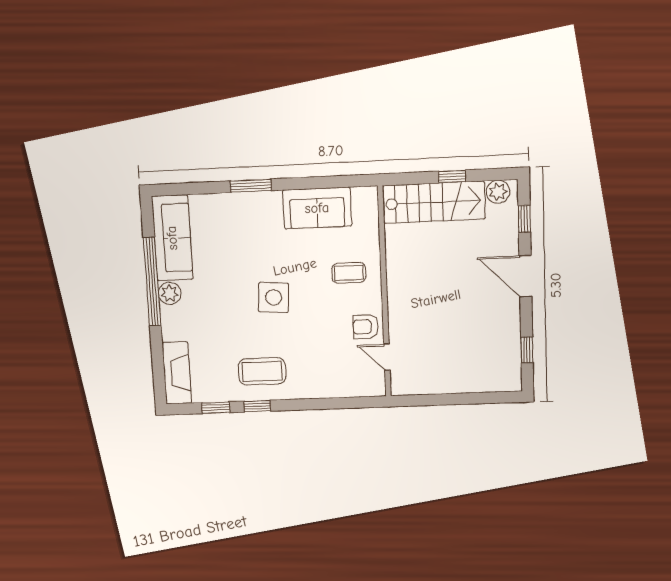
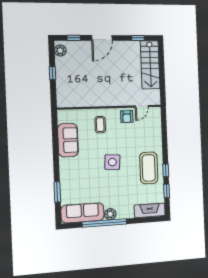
window: (251, 186) -> (57, 192), moved
stairs: (434, 202) -> (150, 65), moved, turned 180
coffee table: (262, 371) -> (149, 168), width x1.36, depth x1.32

